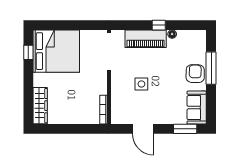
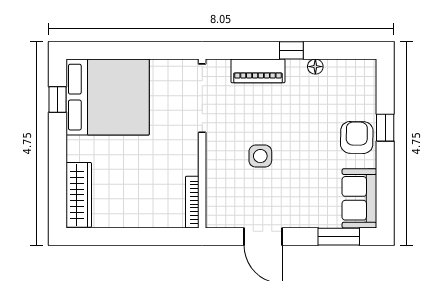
piano: (146, 39) -> (258, 71), width x0.73, depth x0.75
window: (211, 68) -> (385, 128), width x0.46

